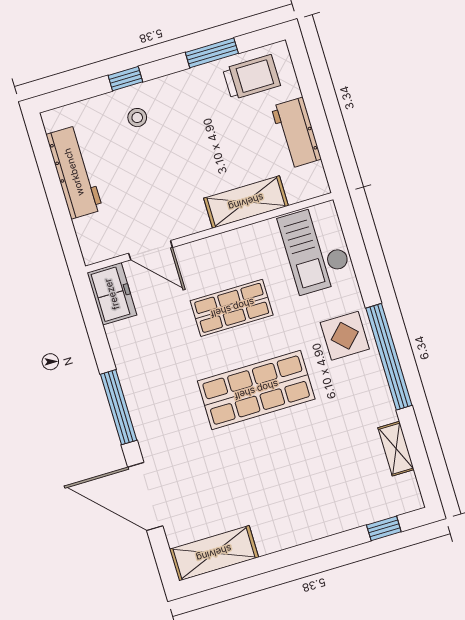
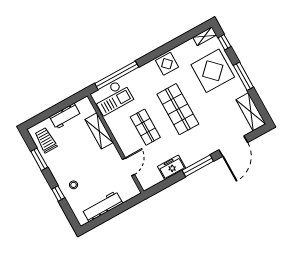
freezer: (112, 294) -> (172, 167), moved
display table: (345, 336) -> (167, 64), moved
window: (389, 357) -> (117, 75), moved
shelving: (396, 449) -> (205, 36), moved
display table: (325, 488) -> (213, 71), added
window: (298, 554) -> (243, 76), added

